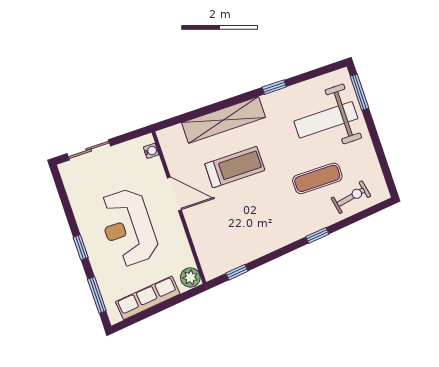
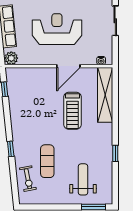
shelving: (223, 120) -> (105, 95), moved
weight bench: (326, 120) -> (83, 179), width x0.73, depth x0.75

